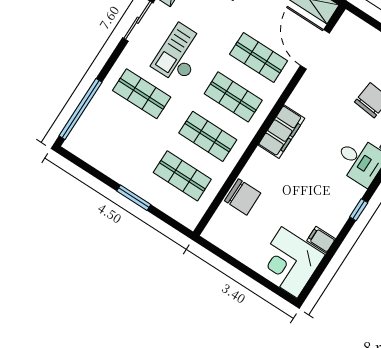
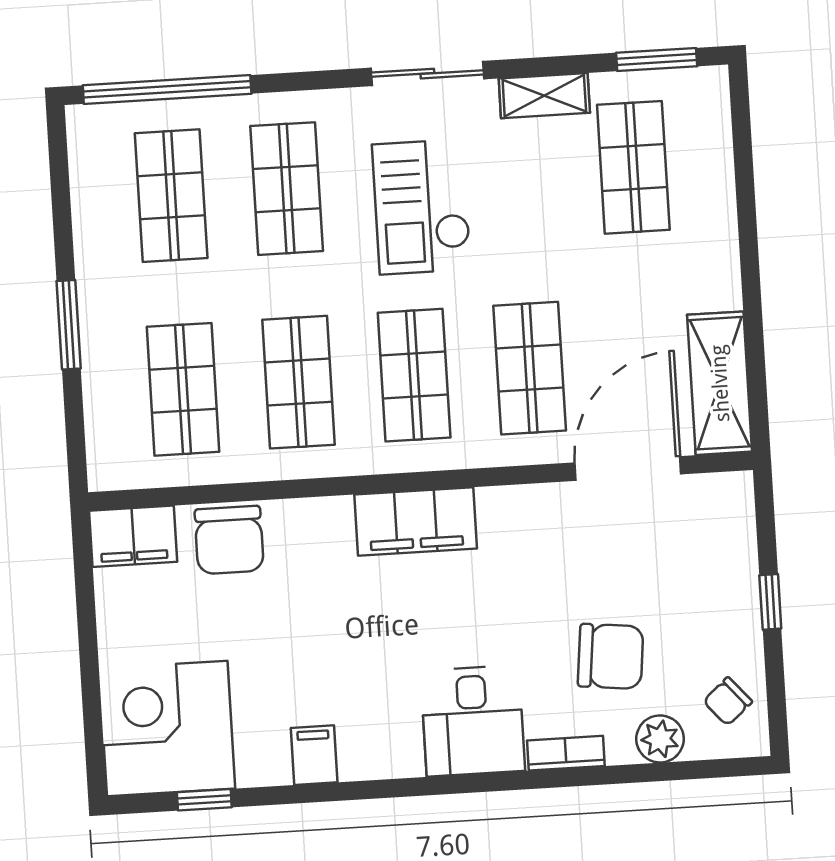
checkout: (180, 54) -> (422, 207), turned -90
shop shelf: (116, 133) -> (171, 196), added
window: (359, 210) -> (204, 800), moved
filing cabinet: (218, 227) -> (133, 536), added
filing cabinet: (321, 240) -> (314, 755), moved

